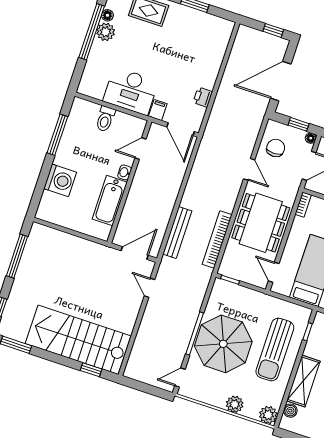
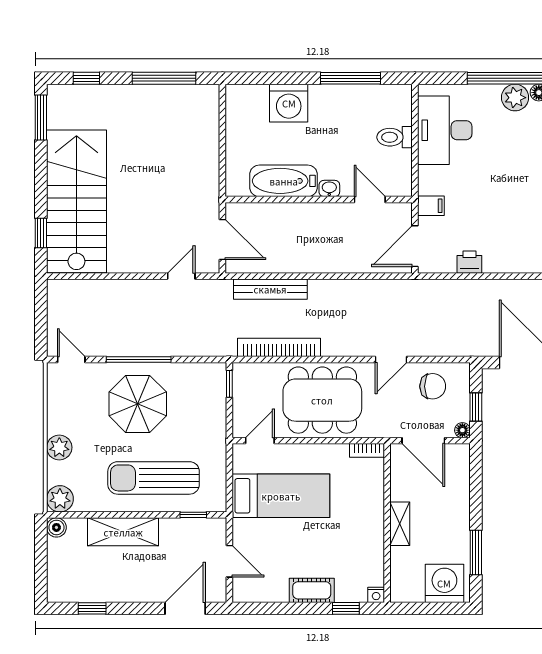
desk: (131, 91) -> (445, 130), moved
parasol: (223, 344) -> (138, 404), width x0.73, depth x0.73
boiler: (290, 411) -> (56, 527), moved

